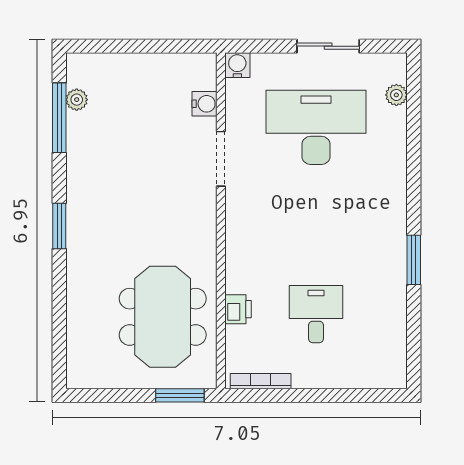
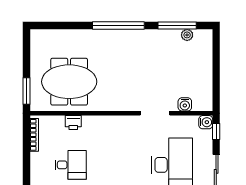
window: (255, 46) -> (216, 132), added
window: (59, 226) -> (118, 25), width x2.11

